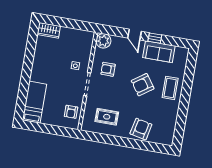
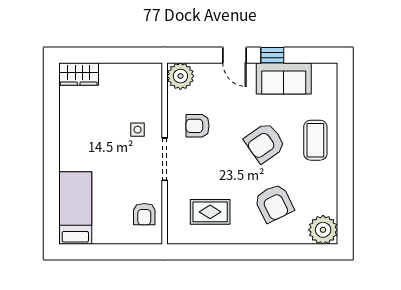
armchair: (141, 129) -> (274, 203), moved, turned 142
plant: (166, 137) -> (323, 230), added

